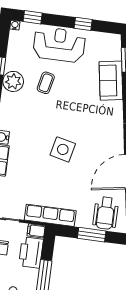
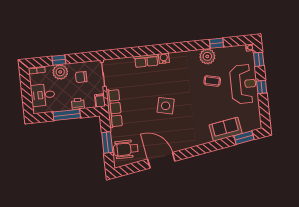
window: (83, 24) -> (262, 87), moved
printer: (31, 252) -> (78, 104), width x0.53, depth x0.68

